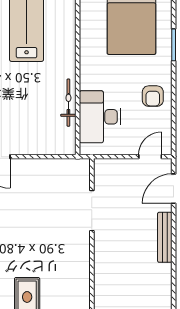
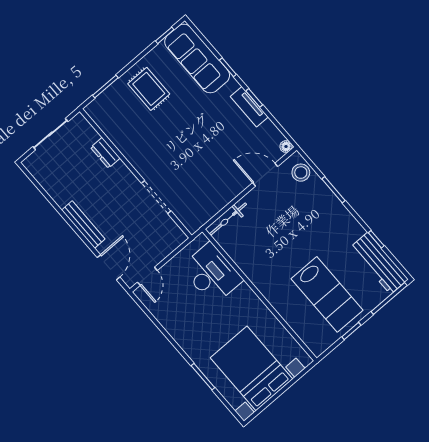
armchair: (153, 96) -> (185, 324), removed
bicycle: (68, 103) -> (228, 219), moved, turned 90
dresser: (101, 277) -> (105, 153), added

